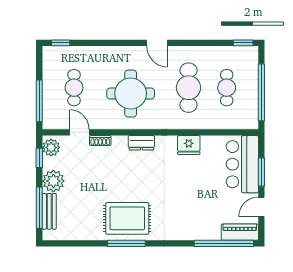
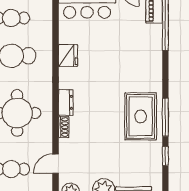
shoe rack: (100, 141) -> (64, 127), moved
window: (87, 243) -> (165, 156), added

